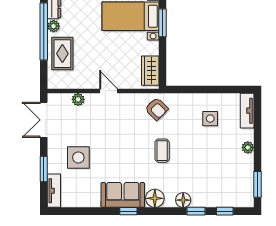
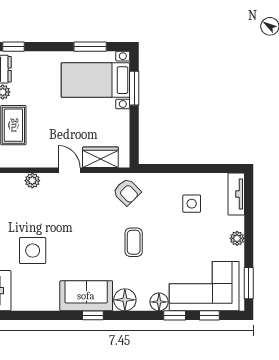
wardrobe: (150, 71) -> (100, 157), moved, turned 90
corner sofa: (221, 187) -> (204, 286), added

